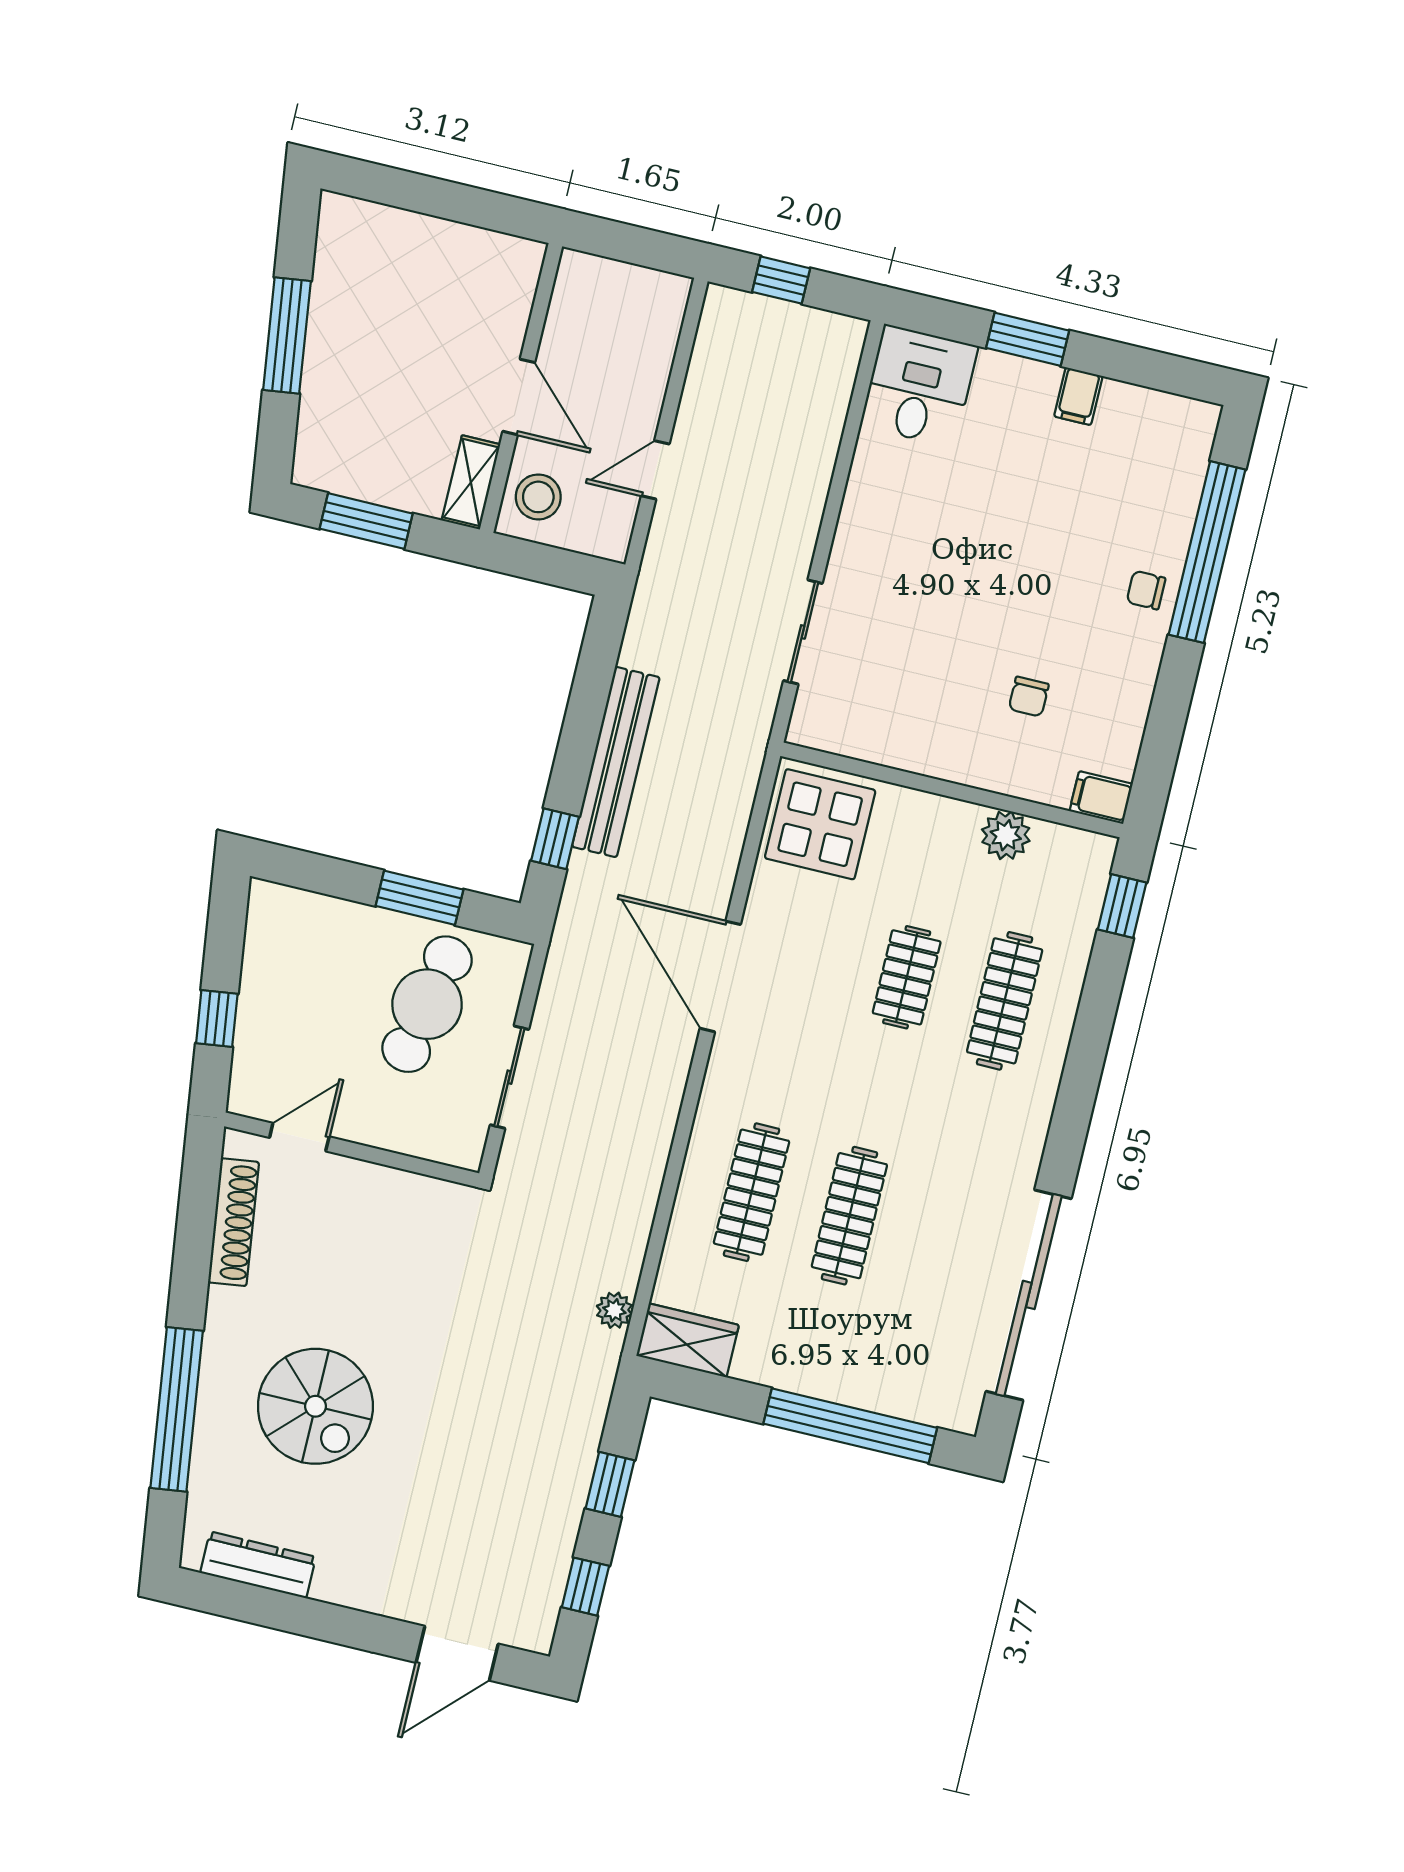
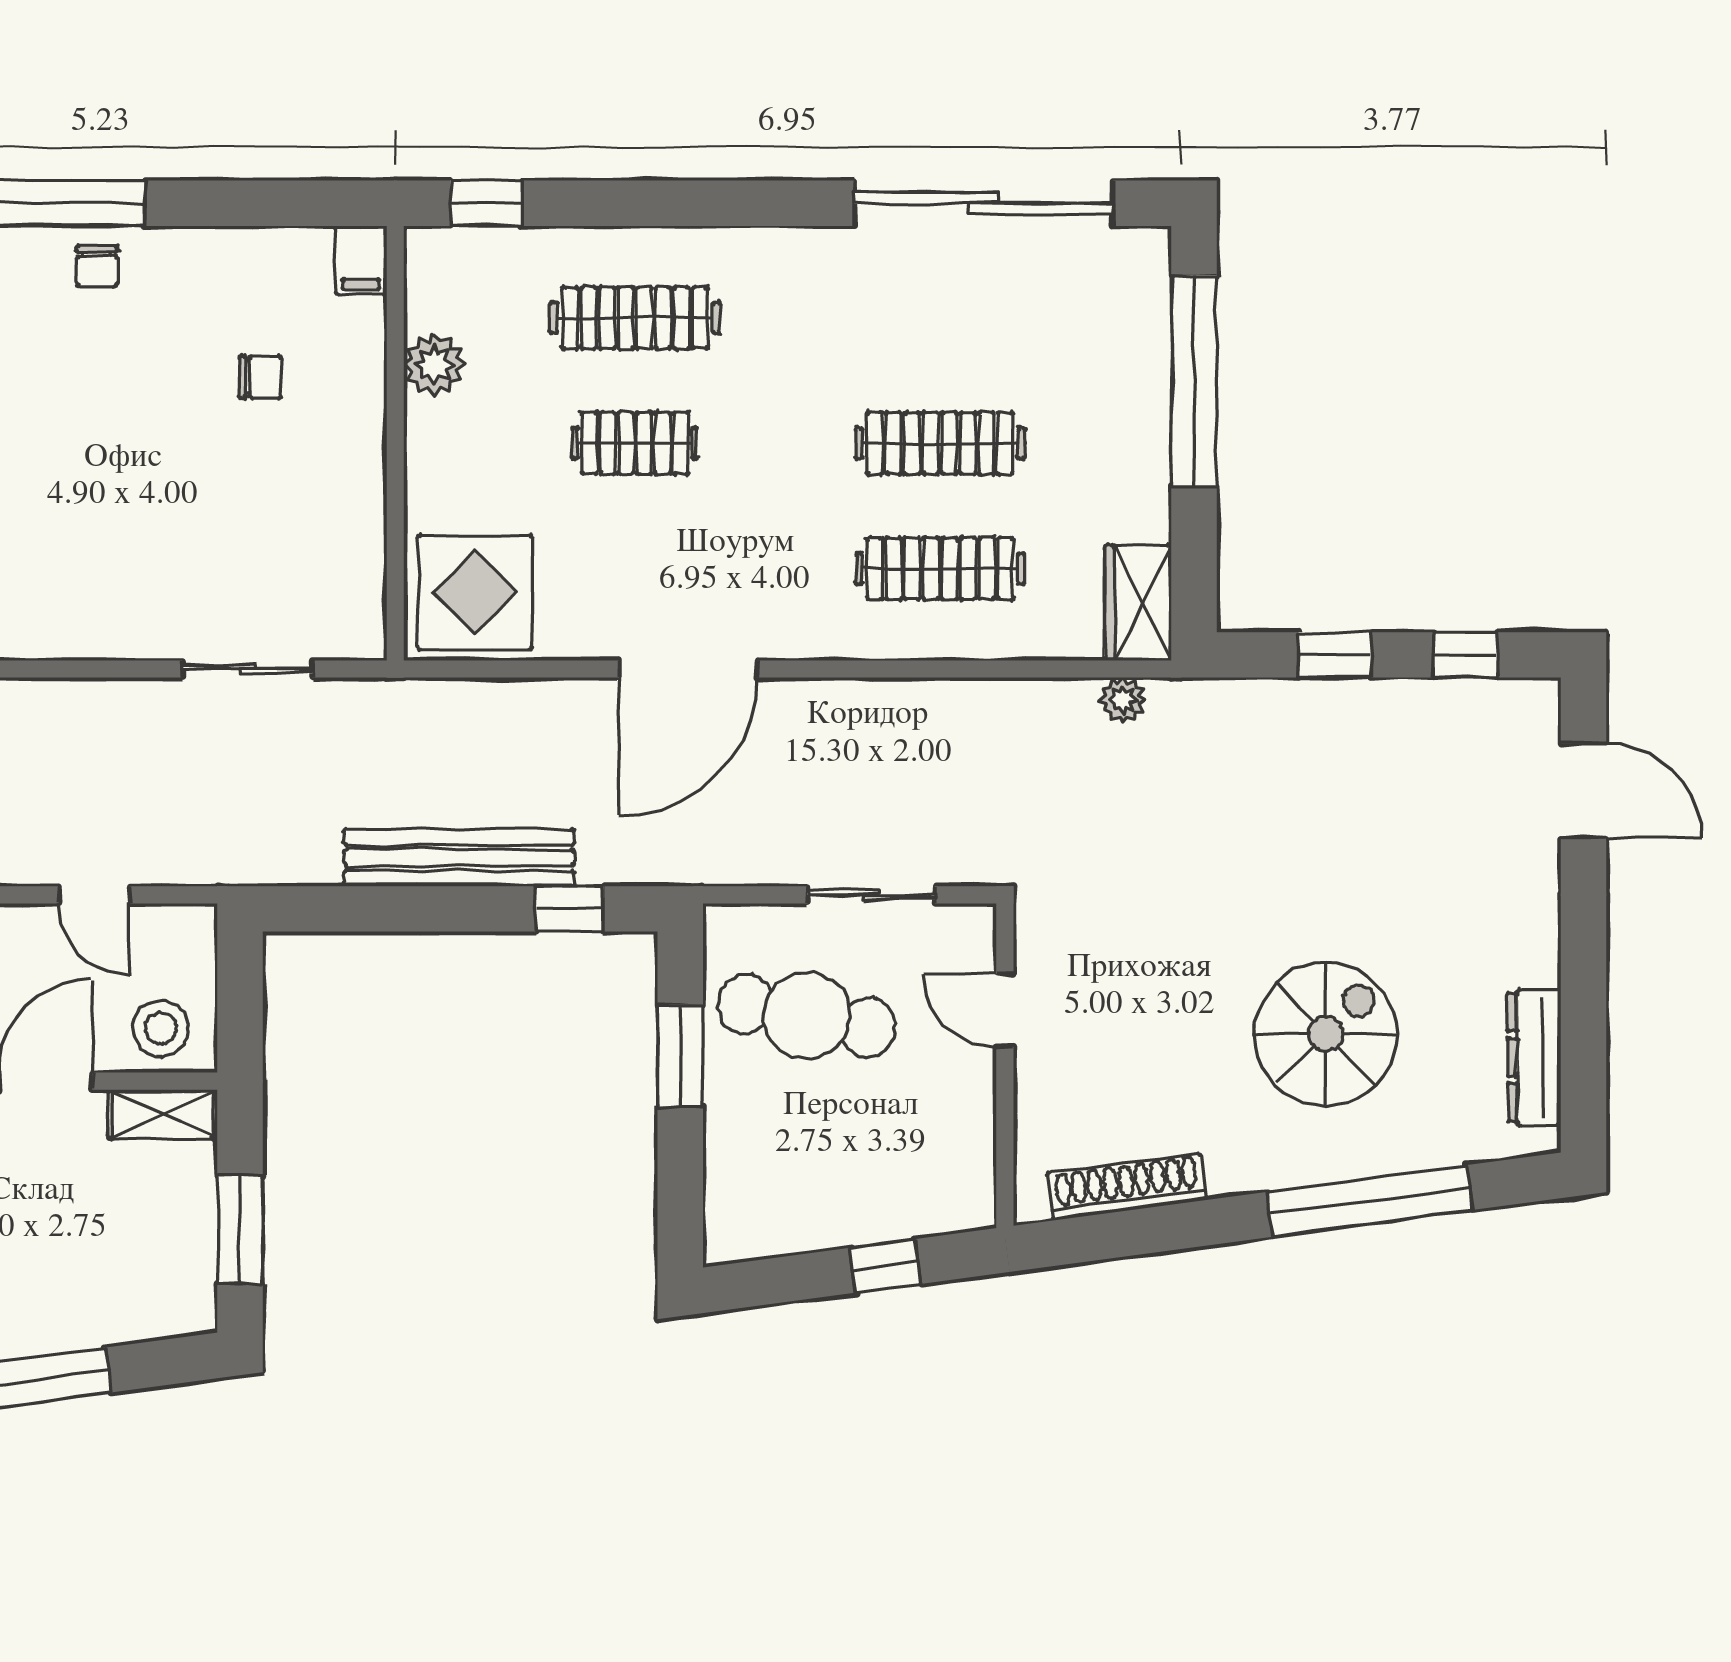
door: (299, 1137) -> (1005, 1010), moved

